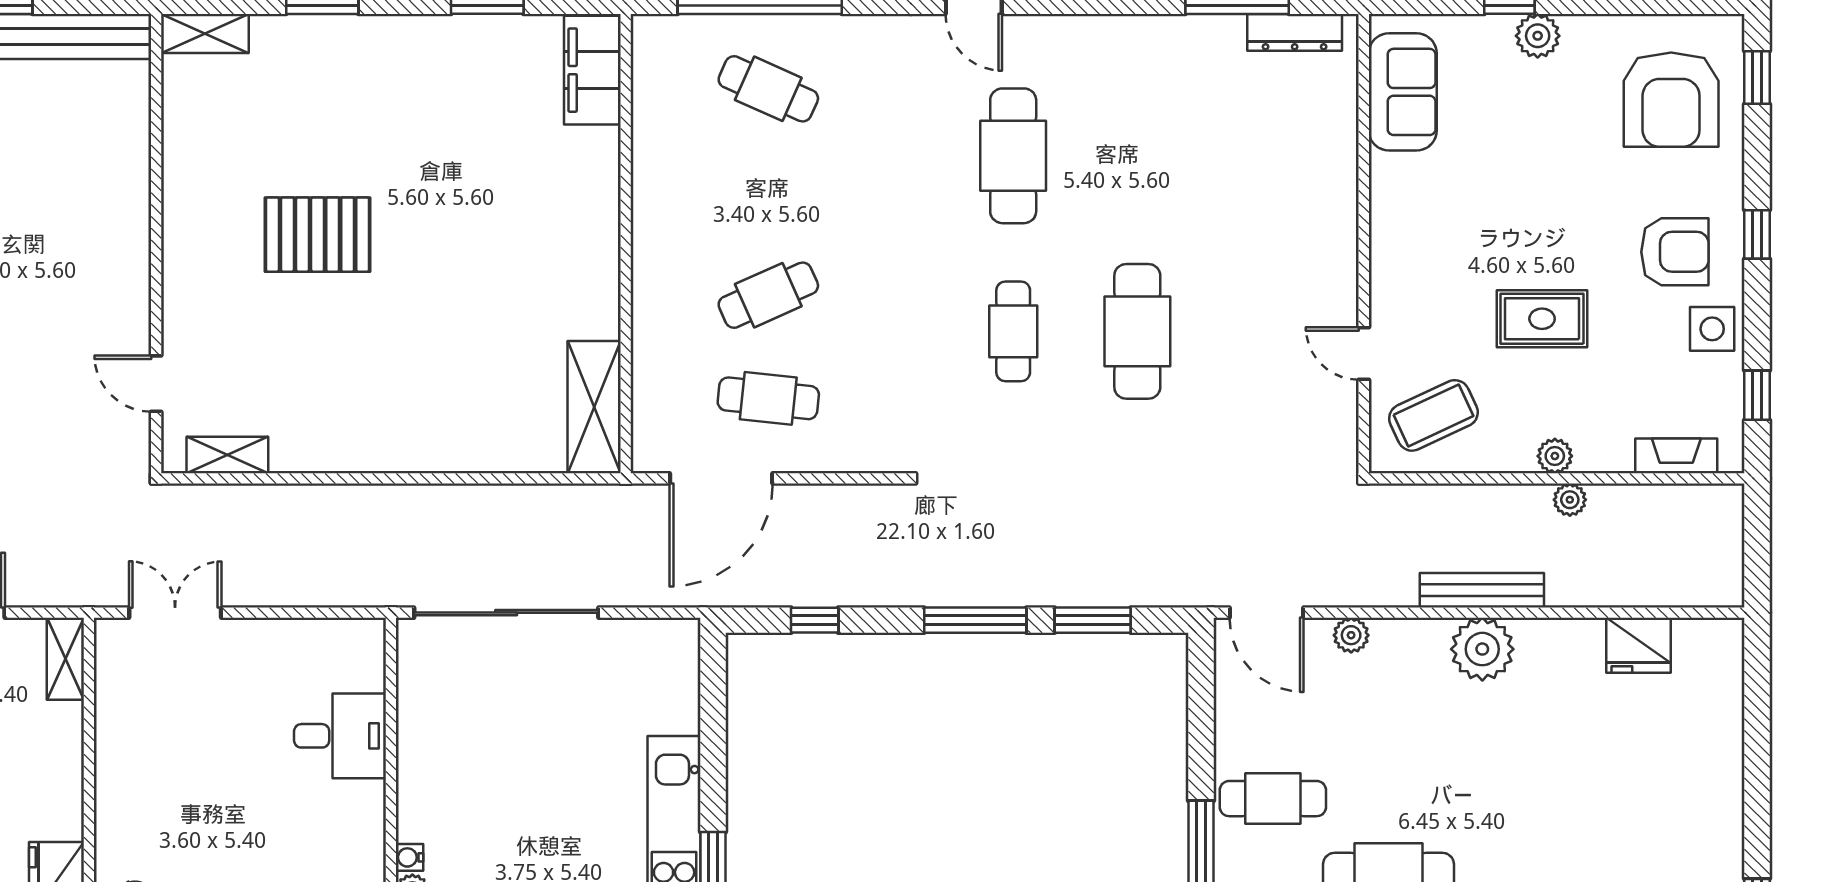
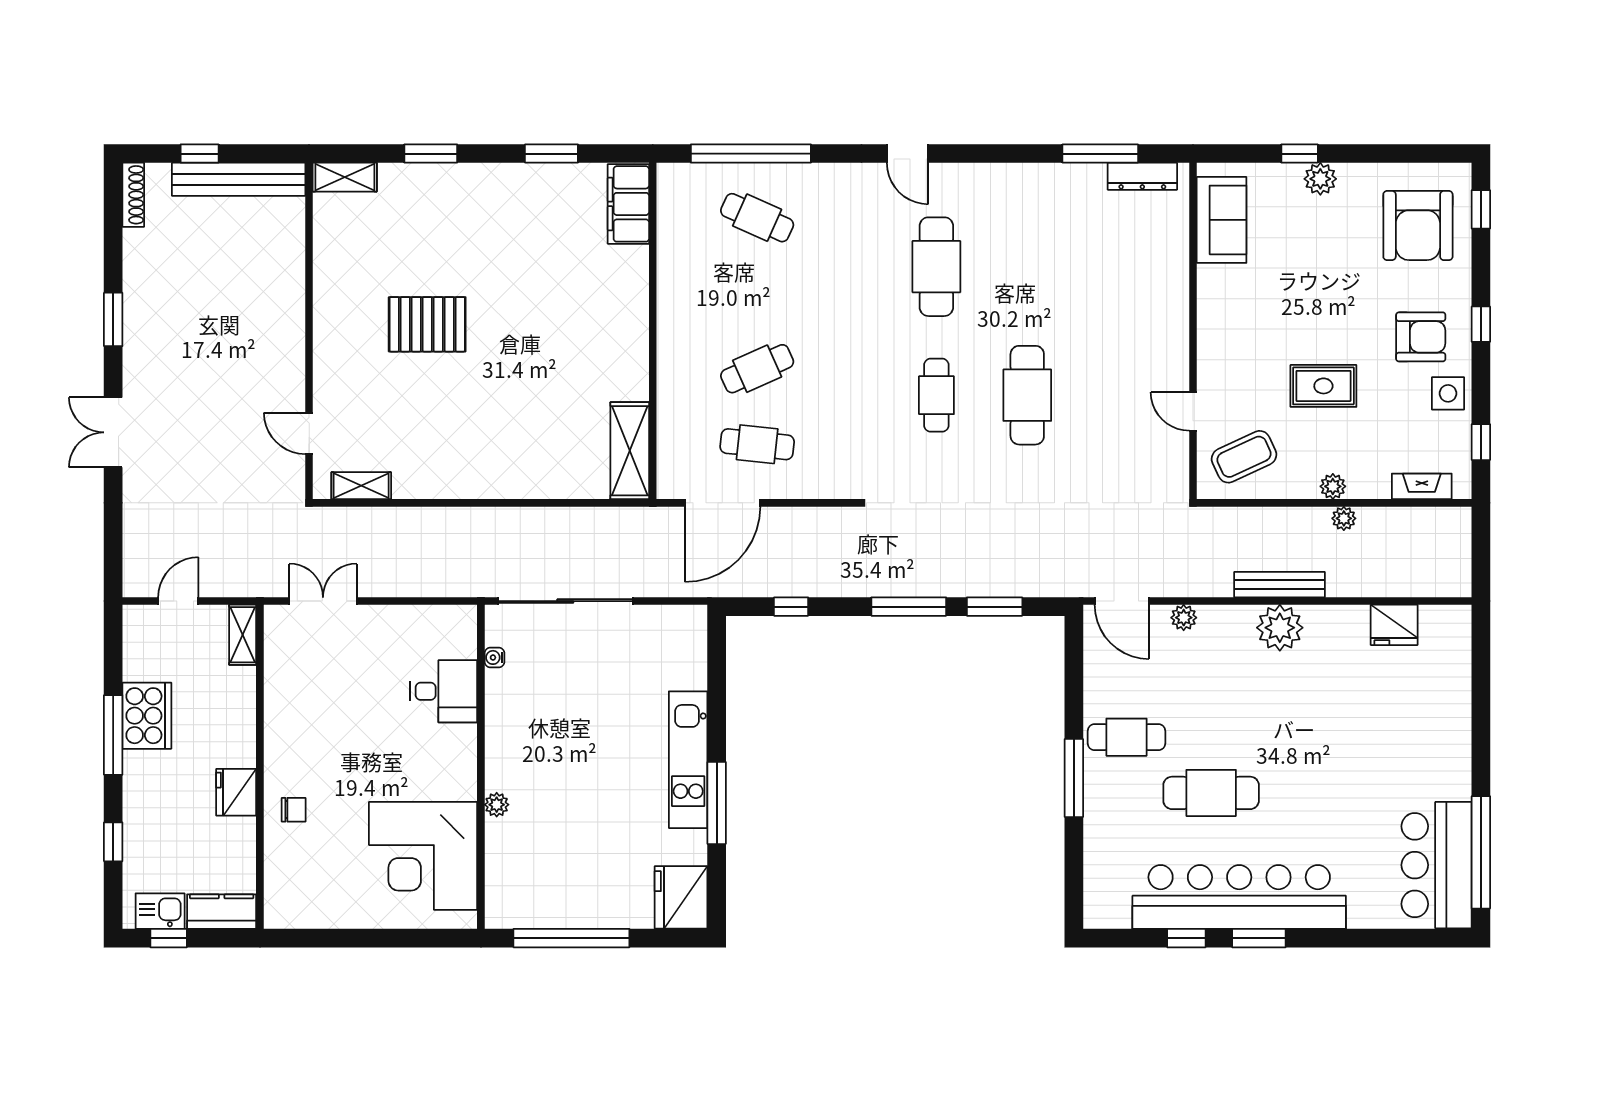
water cooler: (409, 857) -> (495, 657), moved

